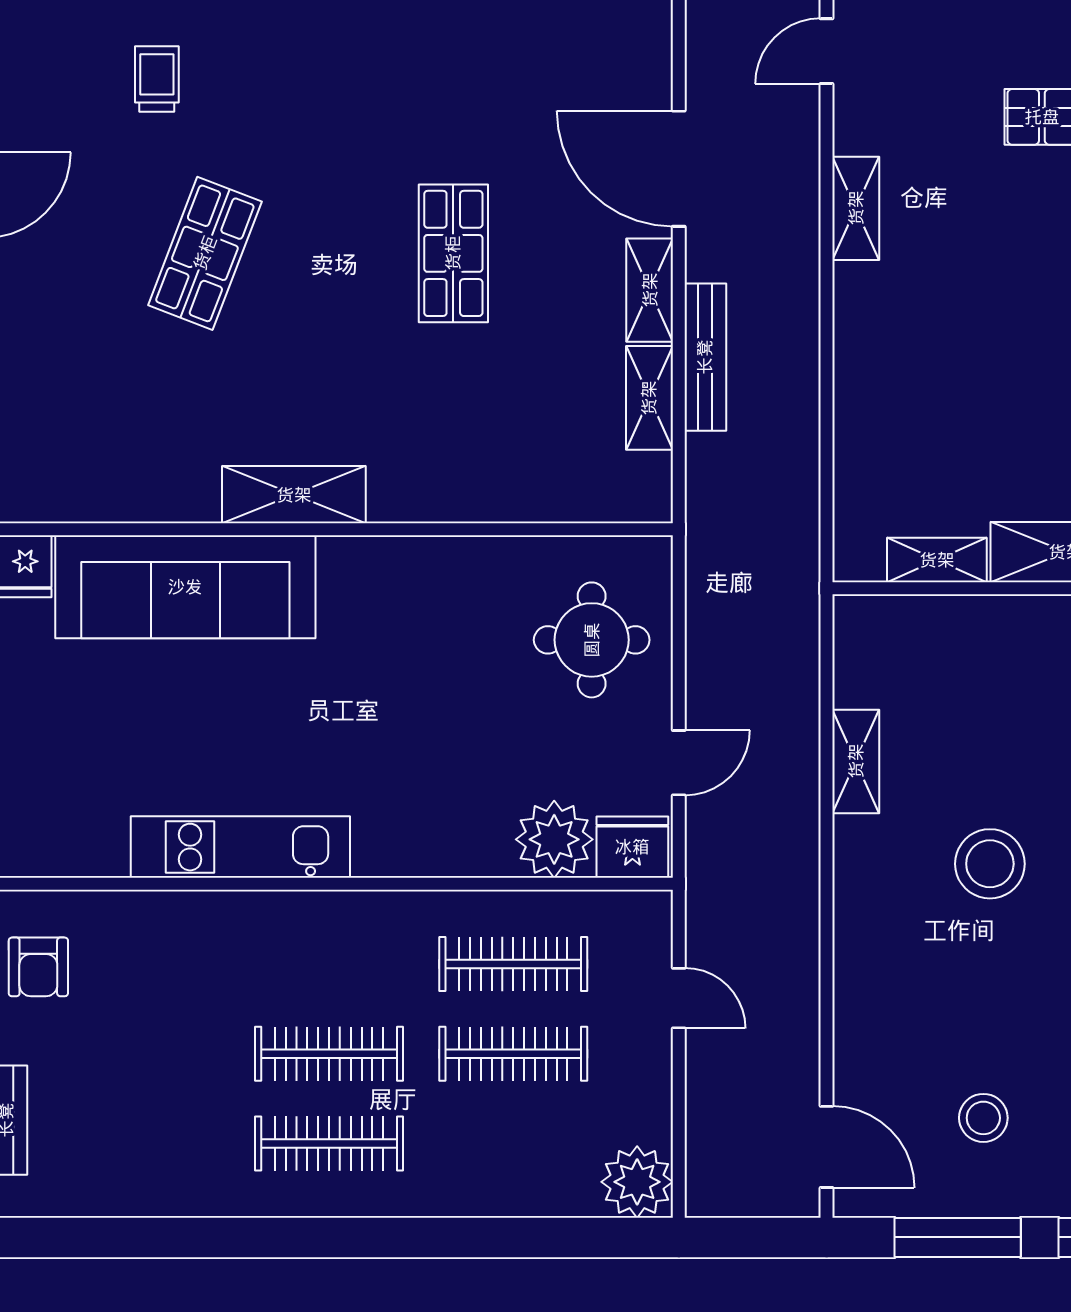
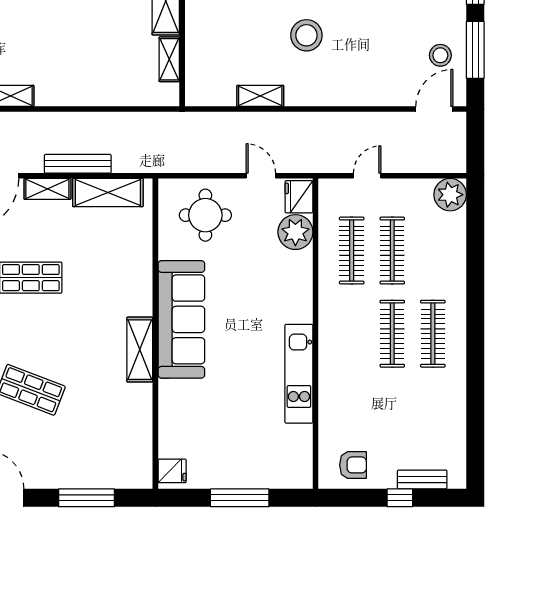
shelving: (649, 398) -> (108, 193), width x1.50, depth x1.33
sofa: (185, 587) -> (181, 319), moved
stool: (983, 1118) -> (440, 55), moved

